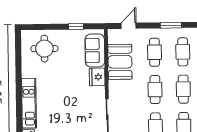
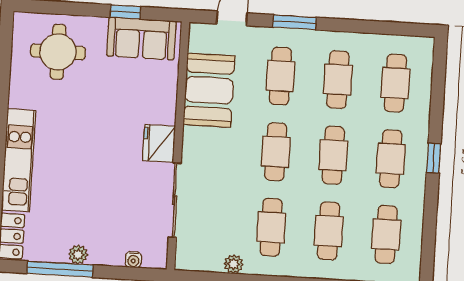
window: (171, 25) -> (295, 22), moved
sofa: (95, 50) -> (141, 38), moved, turned -90
fridge: (97, 77) -> (159, 143), moved

